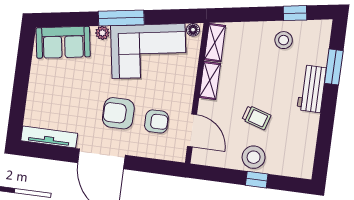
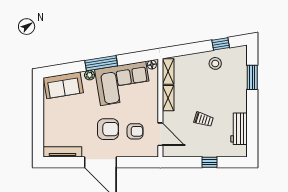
workbench: (312, 89) -> (239, 129), moved
armchair: (118, 113) -> (108, 129), turned 180
stool: (254, 157) -> (205, 147), removed

